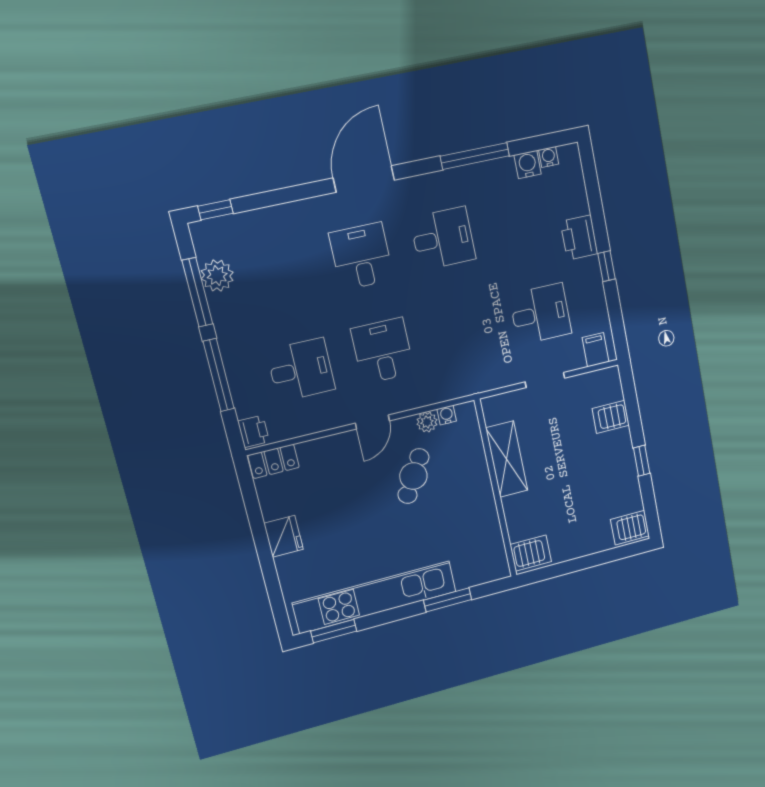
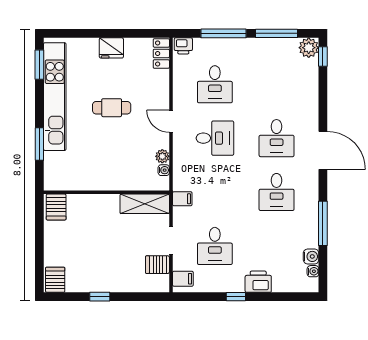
desk: (361, 256) -> (277, 138), turned 90
plant: (217, 276) -> (309, 48), moved
filing cabinet: (482, 378) -> (182, 199), added
server rack: (611, 417) -> (157, 265), moved, turned -90
shelving: (507, 459) -> (145, 204), moved
cafe table: (413, 476) -> (112, 108), moved, turned -30

